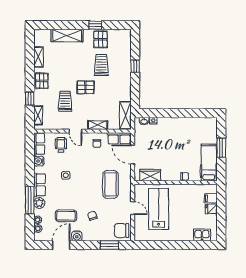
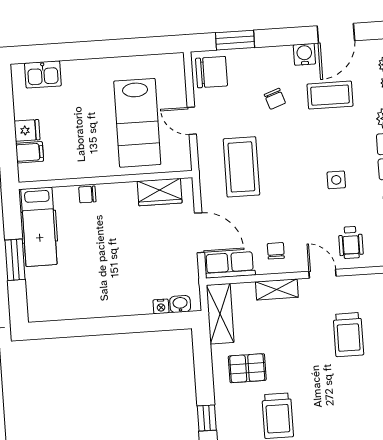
pallet: (86, 87) -> (247, 368), moved

